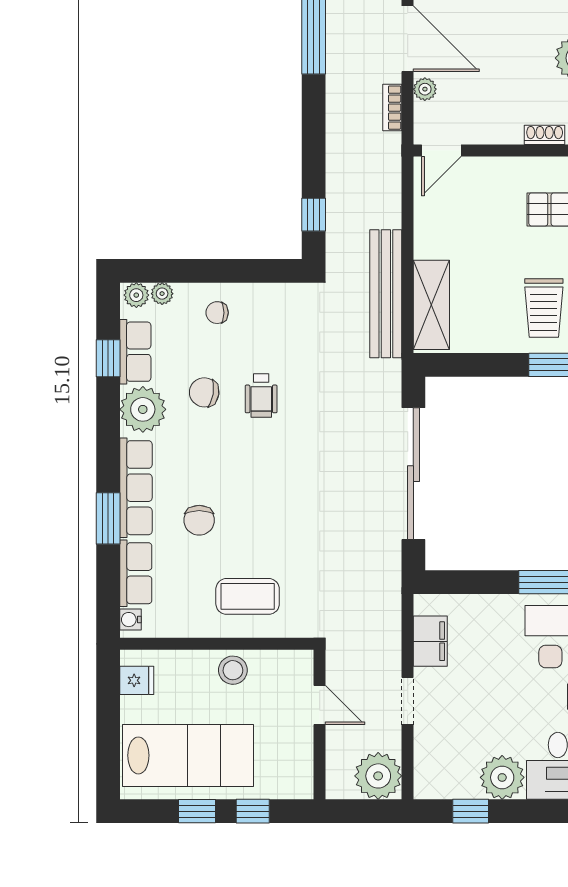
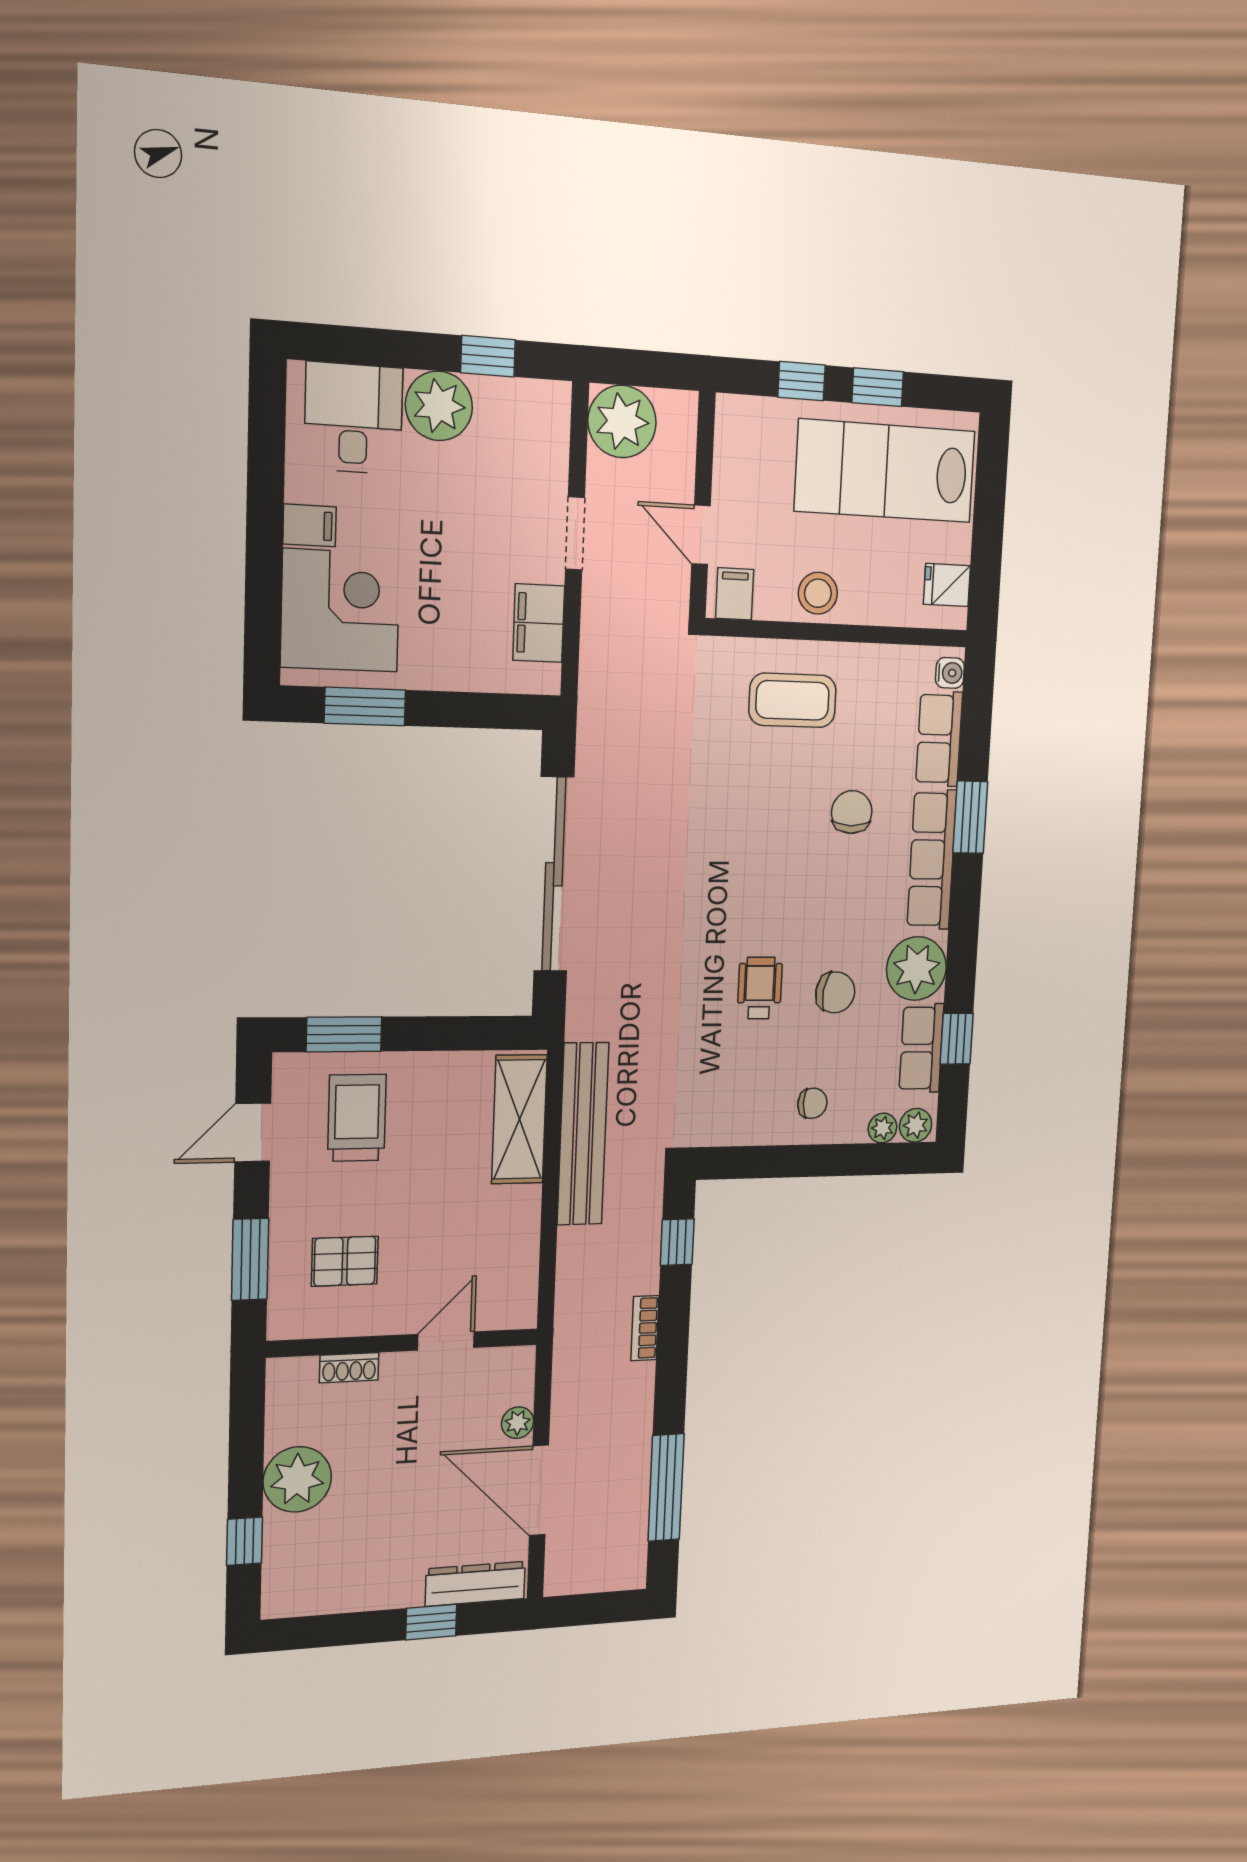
bookcase: (392, 108) -> (645, 1328), moved, turned 180
door: (441, 150) -> (446, 1341), moved
filing cabinet: (294, 667) -> (735, 594), added

